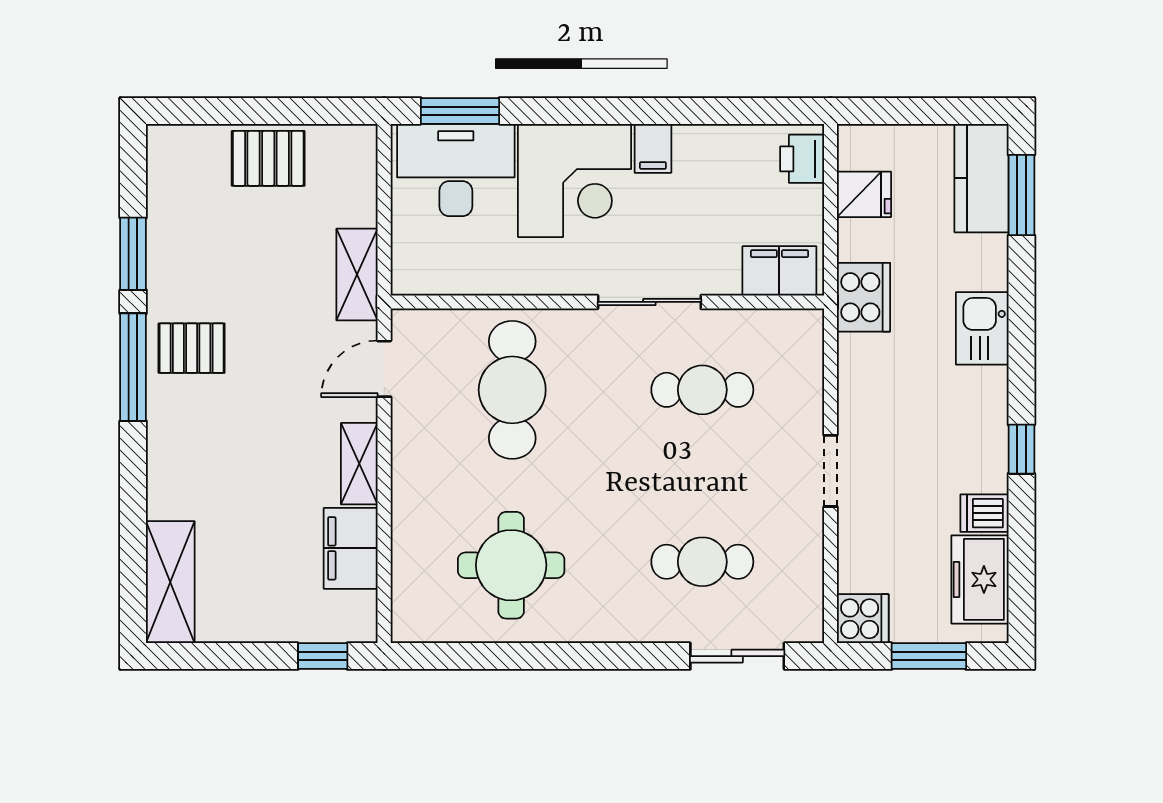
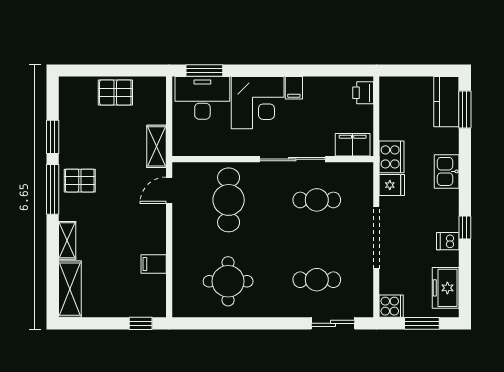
fridge: (864, 194) -> (392, 185), moved
sliding door: (649, 302) -> (292, 159), width x1.37
shelving: (359, 464) -> (67, 240), moved
doorway: (830, 471) -> (376, 238), width x1.88
dishwasher: (984, 513) -> (448, 241), moved
filing cabinet: (351, 548) -> (154, 264), width x0.50

